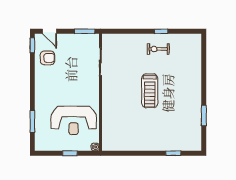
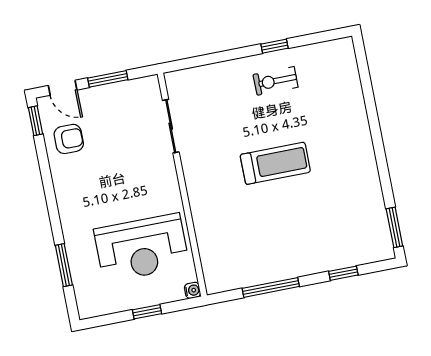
window: (85, 31) -> (108, 79), moved
treadmill: (150, 91) -> (275, 163), turned -90
window: (204, 115) -> (394, 227), moved
window: (135, 153) -> (271, 287), added

